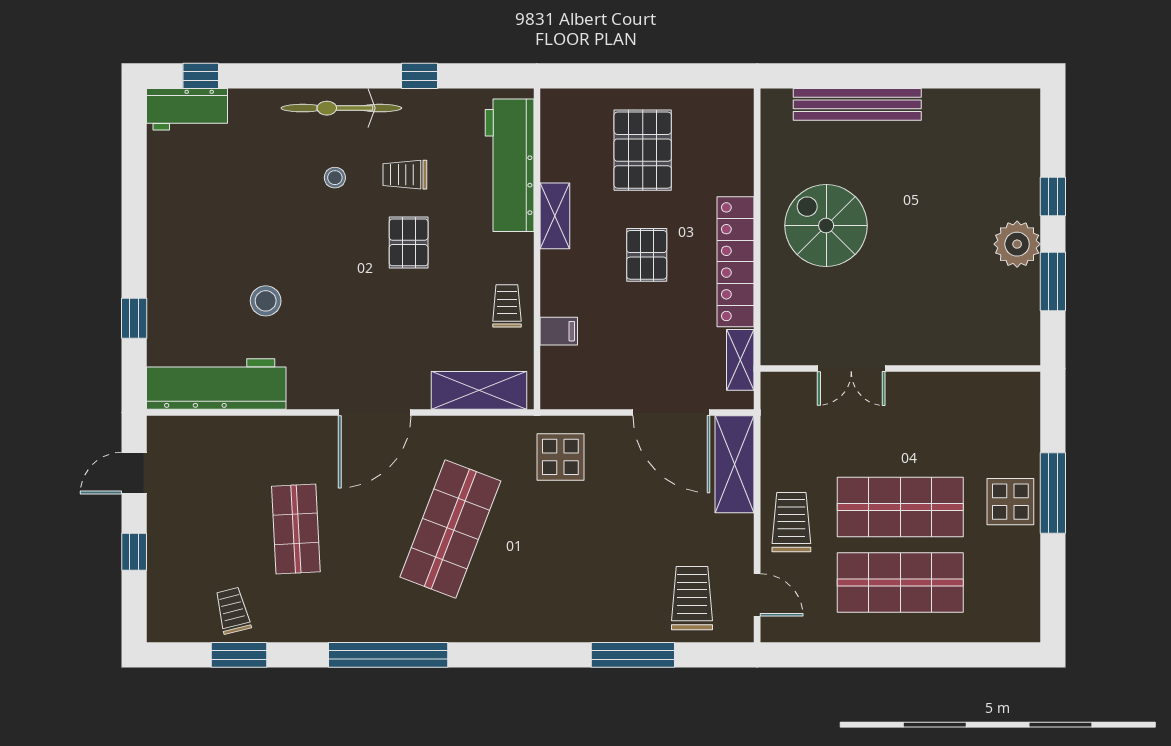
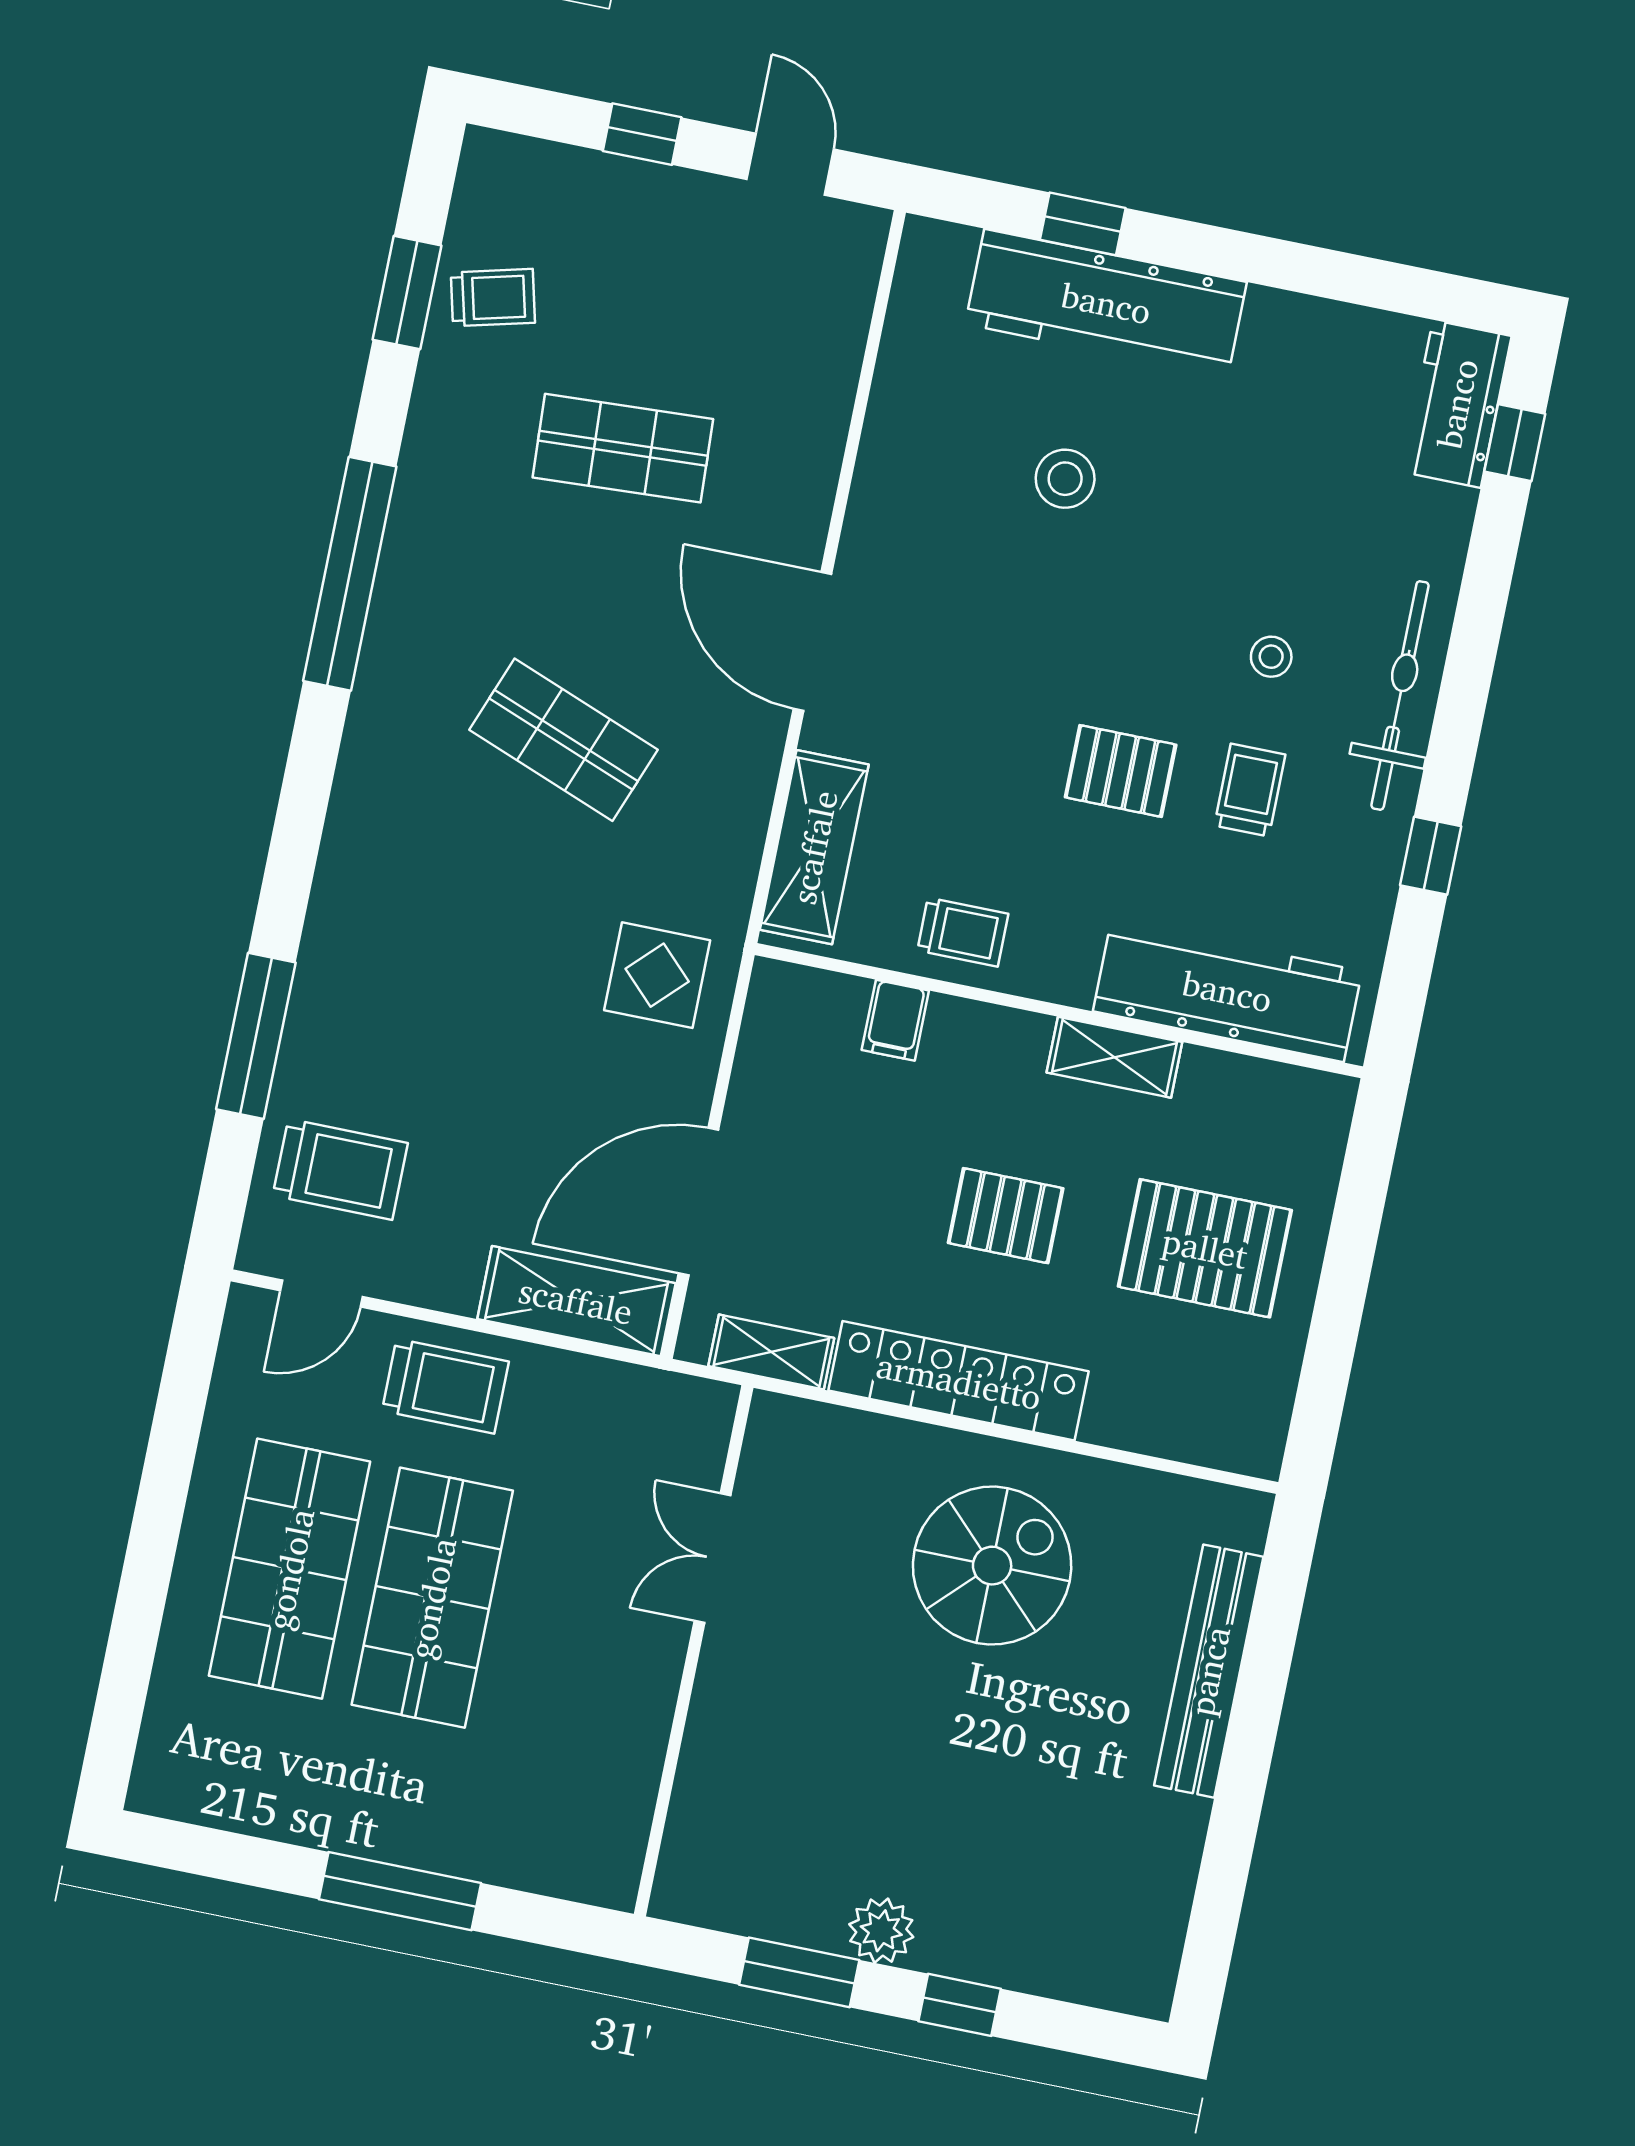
plant: (1017, 244) -> (881, 1931), width x0.73, depth x0.73
workbench: (216, 384) -> (1106, 303), moved, turned 90
display table: (1010, 502) -> (400, 1807), removed
shop shelf: (450, 529) -> (564, 740), width x0.70, depth x0.74

